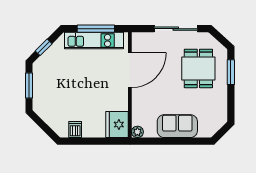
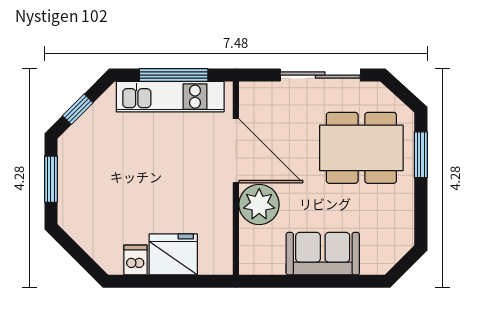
dining table: (198, 68) -> (361, 148), width x1.38
door: (130, 70) -> (236, 151), hinge flipped
fridge: (117, 125) -> (173, 254), moved, turned 90
plant: (137, 132) -> (259, 204), moved, width x1.87, depth x1.87

